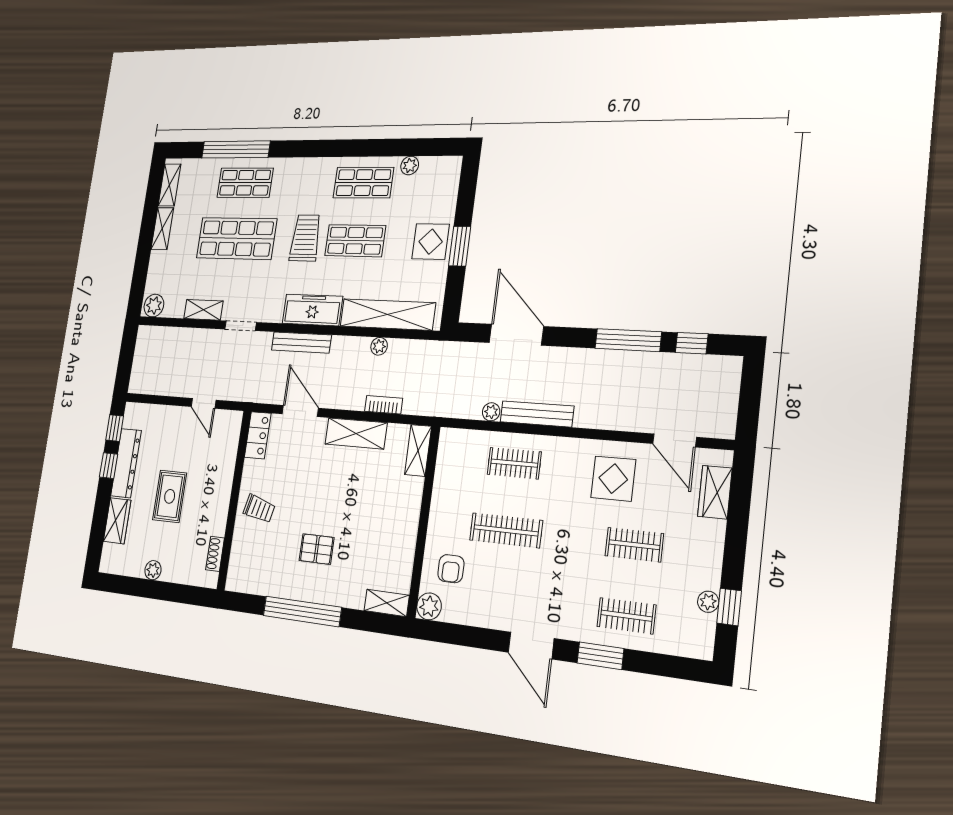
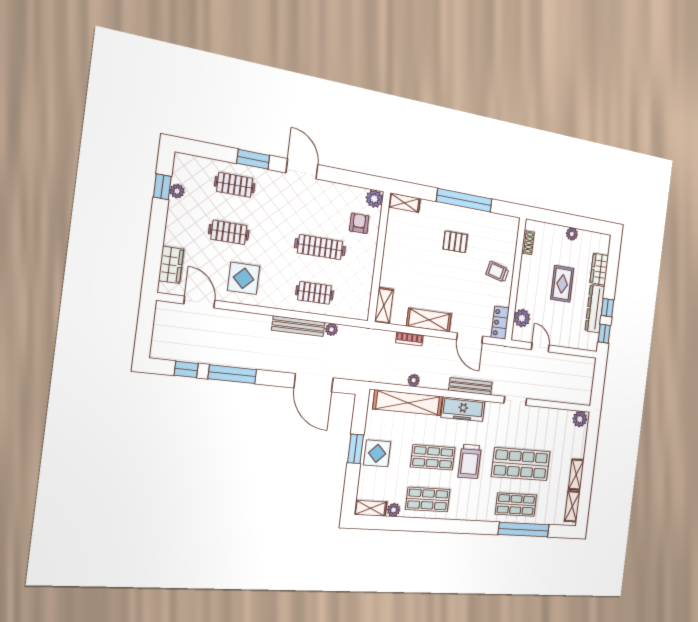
shelving: (203, 310) -> (370, 508), moved
plant: (227, 444) -> (522, 318), added

